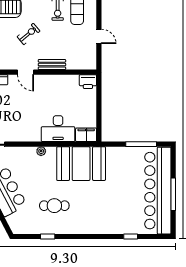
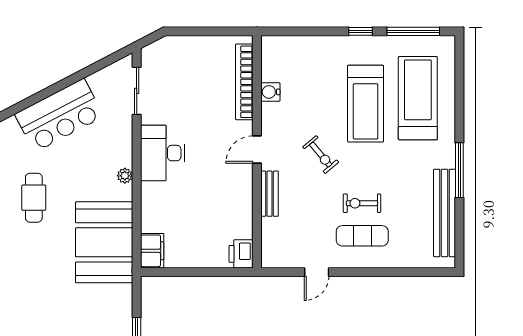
desk: (58, 129) -> (162, 153), moved

